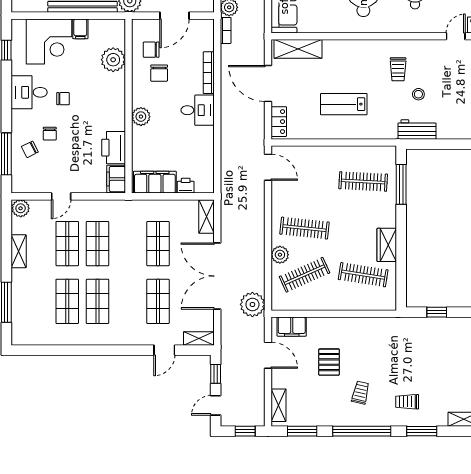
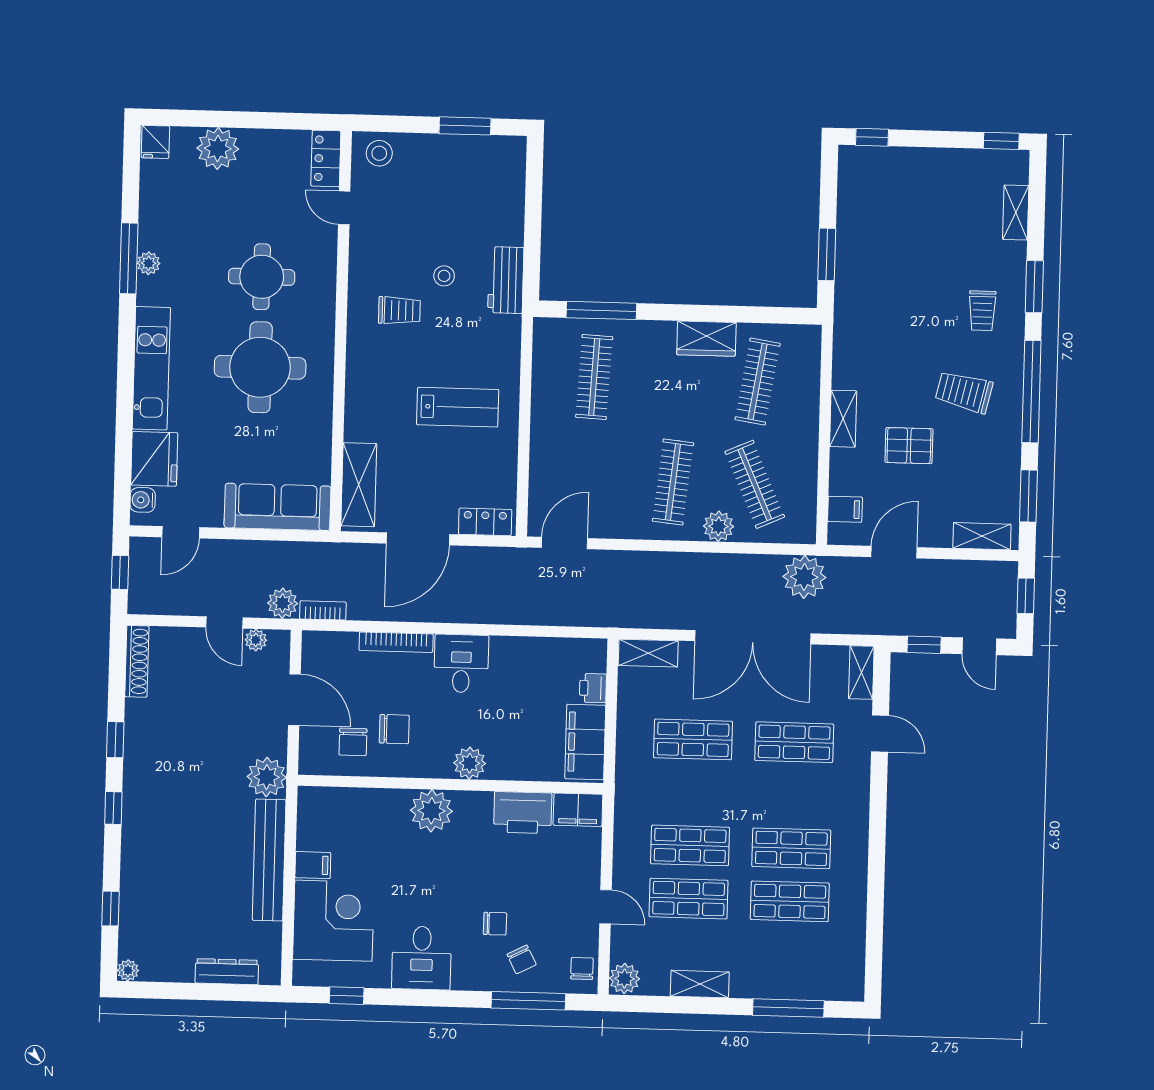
plant: (113, 60) -> (431, 811), moved
chair: (63, 99) -> (582, 968), moved
lab bench: (344, 104) -> (458, 407), turned -90
window: (437, 312) -> (827, 254), width x1.50
shelving: (343, 324) -> (843, 419), added
filing cabinet: (292, 327) -> (845, 509), width x0.50
trolley: (360, 393) -> (964, 392), width x1.36, depth x1.39

